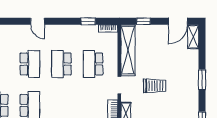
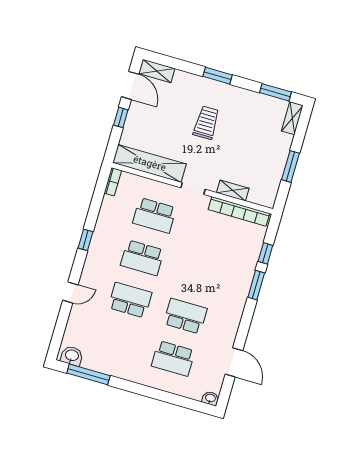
door: (38, 21) -> (70, 293), moved
window: (88, 21) -> (85, 240), moved
window: (143, 21) -> (121, 117), moved
trolley: (155, 86) -> (206, 123), moved

